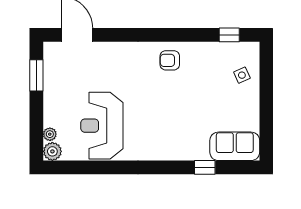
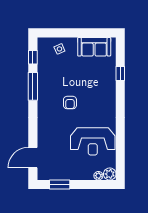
window: (185, 35) -> (33, 86), added
armchair: (170, 60) -> (70, 103), moved
sofa: (235, 146) -> (94, 47), moved, turned -90

